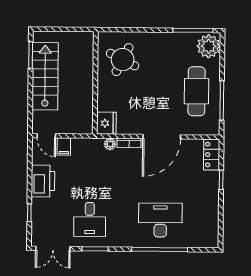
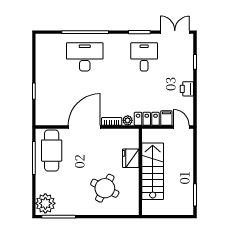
round table: (123, 60) -> (105, 188), moved
stairs: (45, 76) -> (153, 171), moved, turned 180
cafe table: (196, 91) -> (52, 151), moved
fridge: (106, 123) -> (131, 158), moved
locker: (212, 155) -> (147, 119), moved, turned -90
printer: (43, 181) -> (187, 89), width x0.53, depth x0.68
desk: (160, 220) -> (85, 57), turned 180

